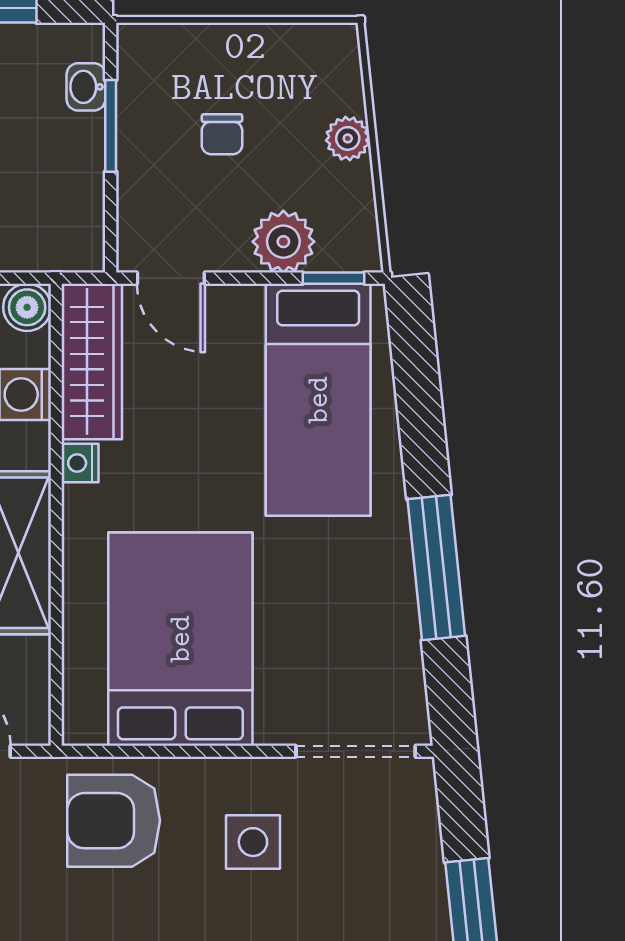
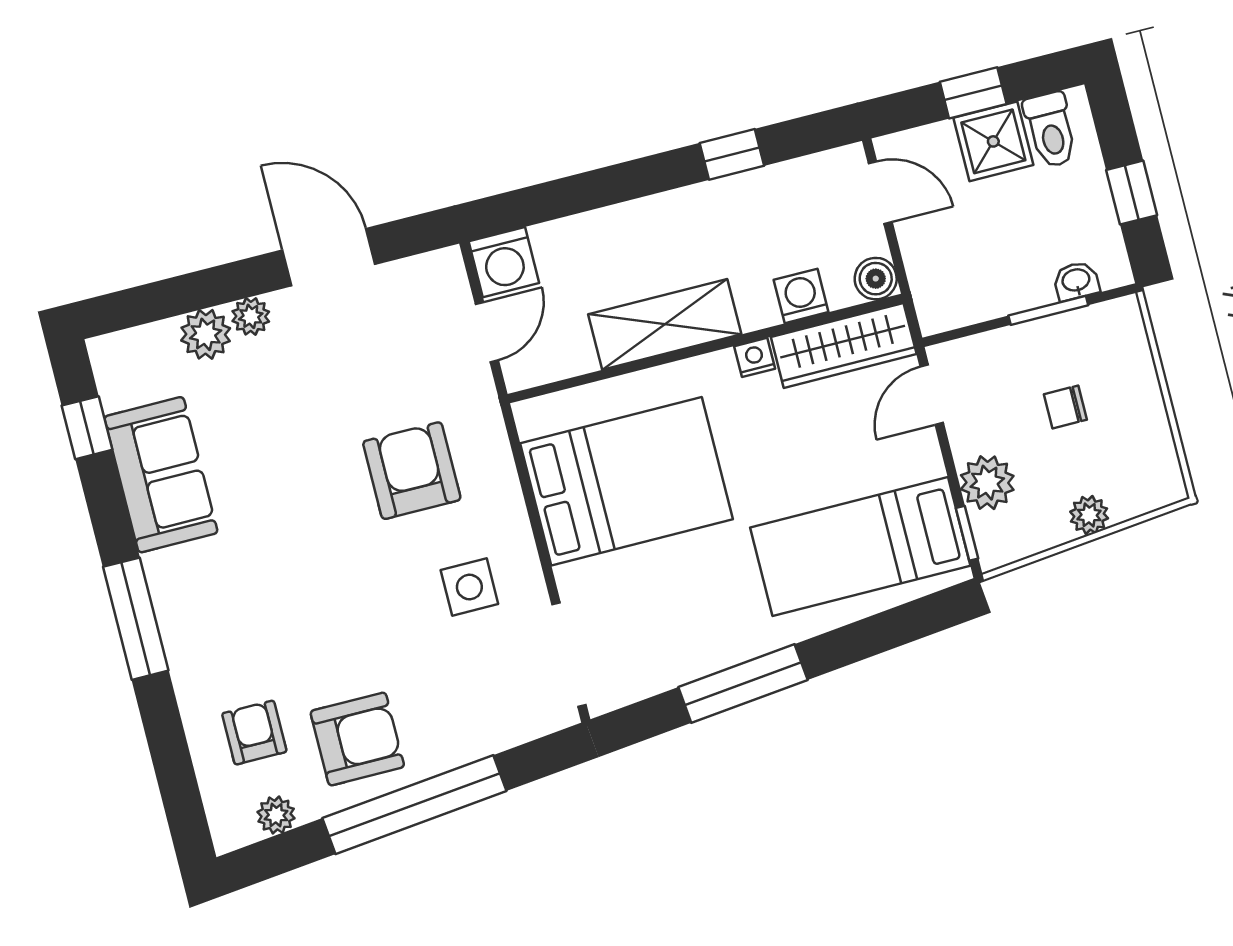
armchair: (114, 821) -> (412, 471), moved

